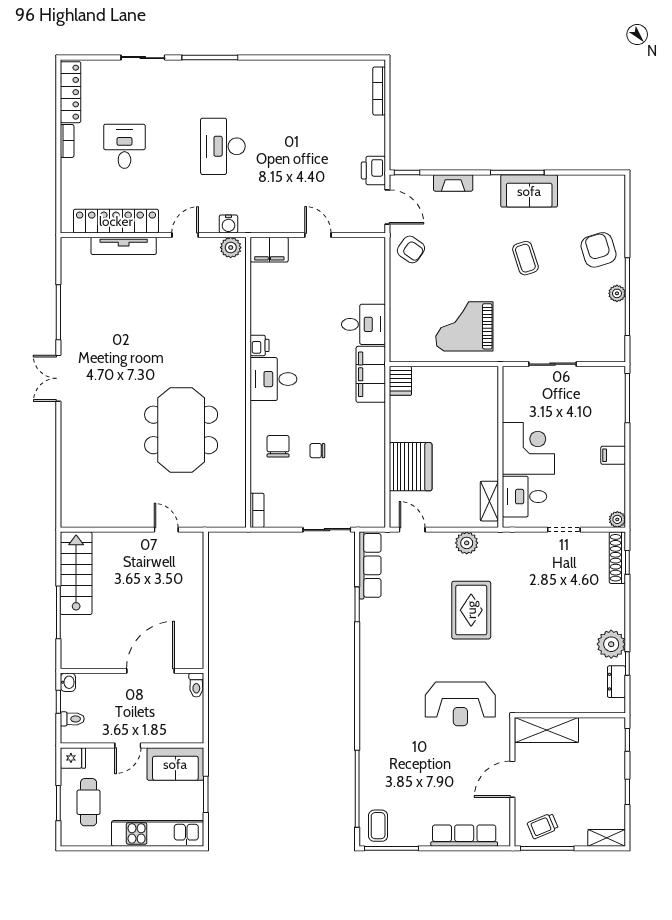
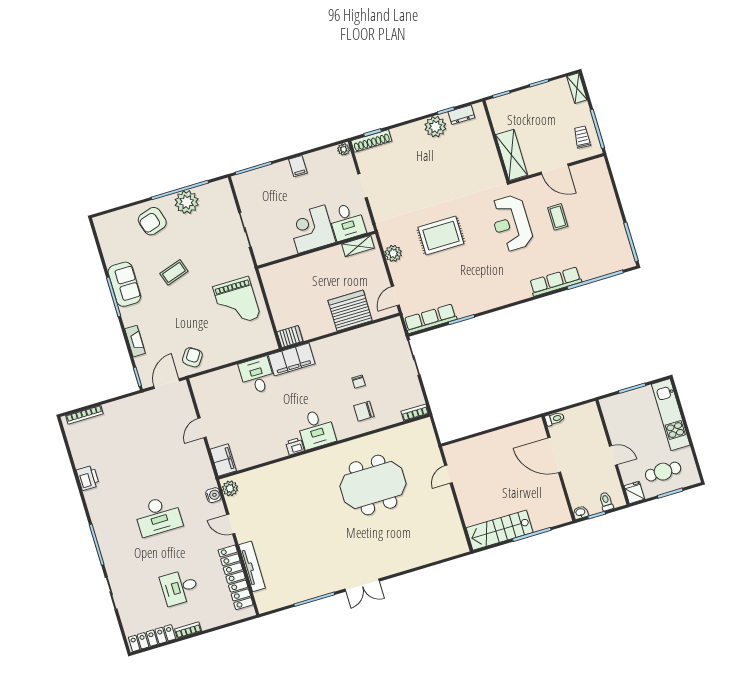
printer: (373, 170) -> (88, 478), moved, turned -90
plant: (617, 293) -> (187, 202), width x1.88, depth x1.88
reception desk: (460, 704) -> (511, 223), turned 180
sofa: (175, 764) -> (616, 417), removed
coffee table: (378, 826) -> (558, 217), moved, turned 90
trolley: (543, 826) -> (582, 137), turned -153
row of seats: (464, 836) -> (555, 282), moved, turned 90

